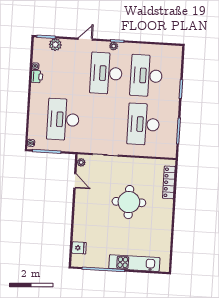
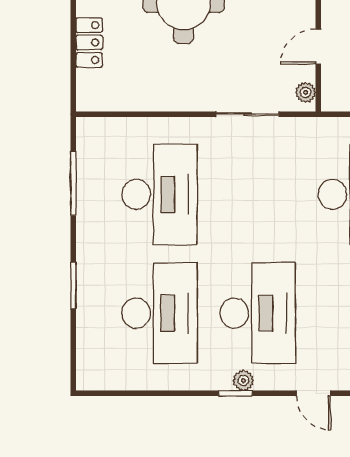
door: (85, 39) -> (314, 393), hinge flipped
door: (75, 181) -> (318, 47), hinge flipped
locker: (169, 182) -> (89, 43), width x0.66

